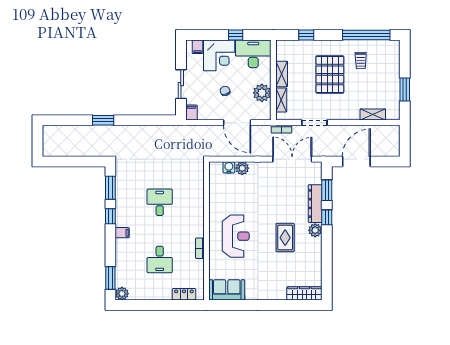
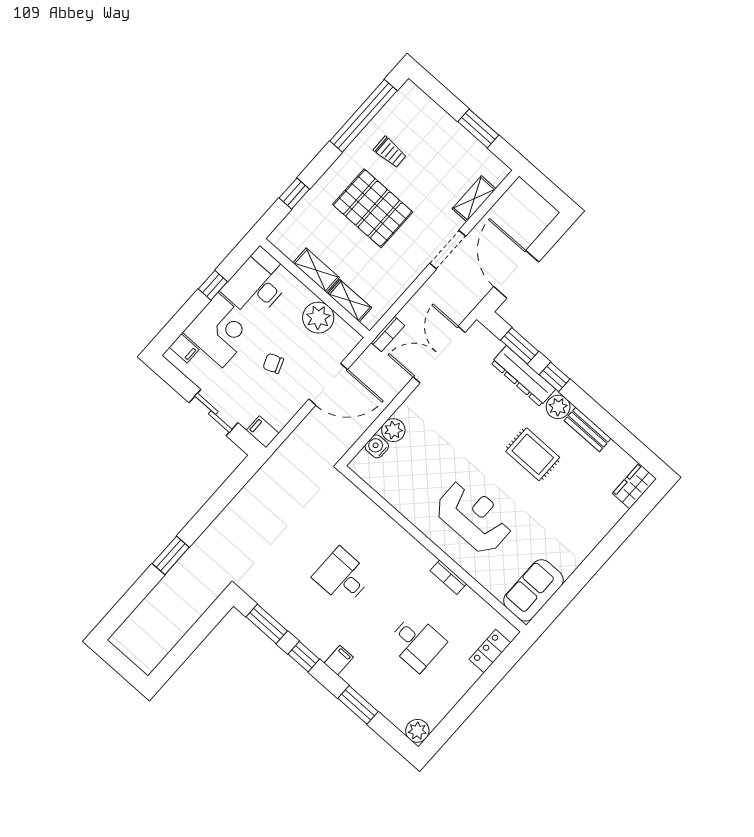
doorway: (314, 123) -> (448, 250), moved
bench: (317, 252) -> (588, 430), added
window: (110, 278) -> (358, 705), moved
wardrobe: (304, 293) -> (634, 486), width x0.67

